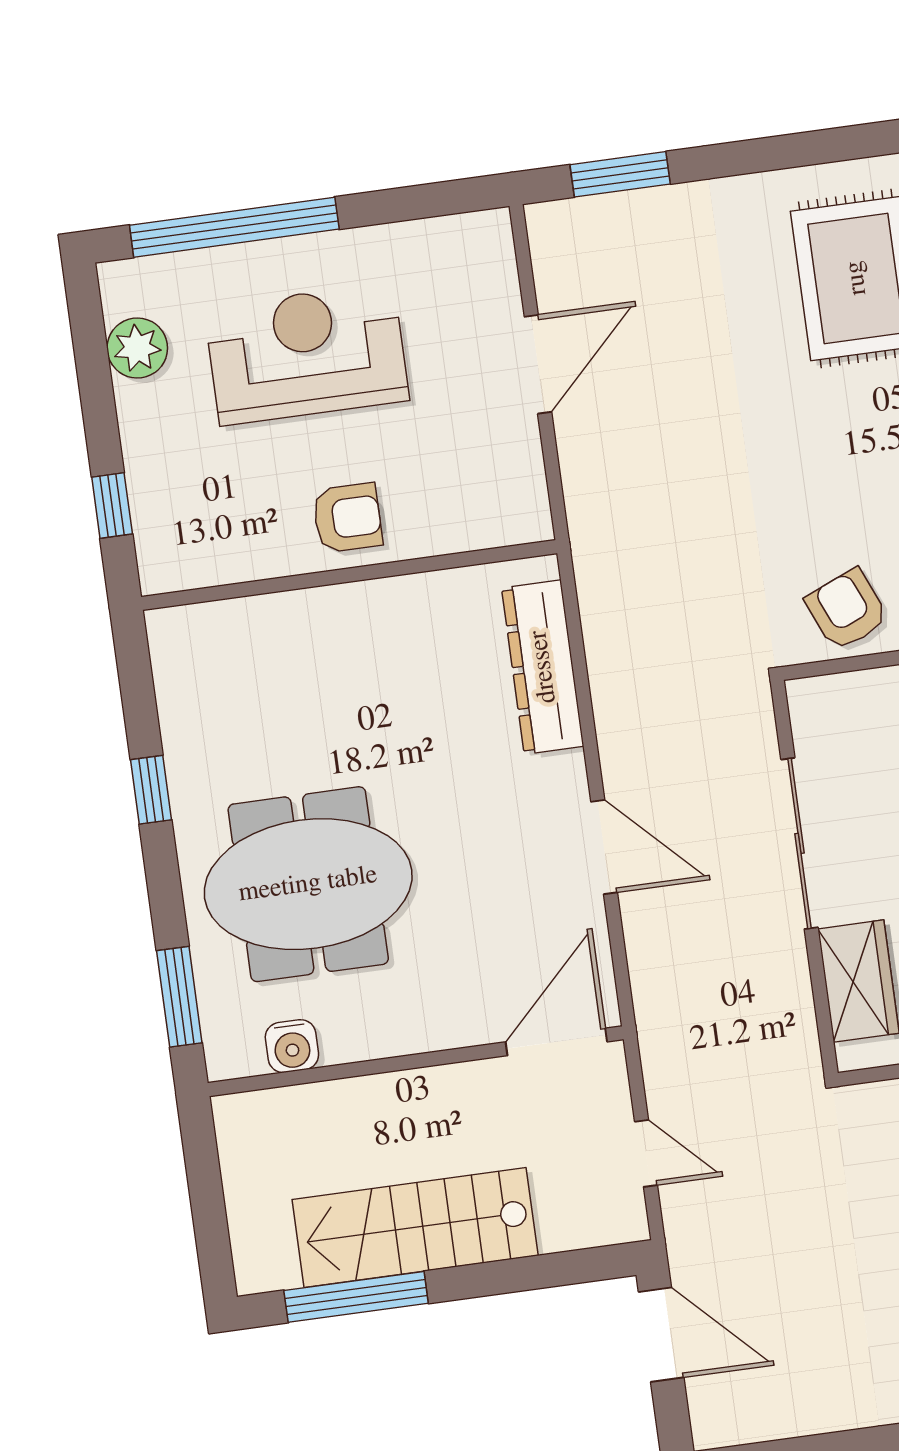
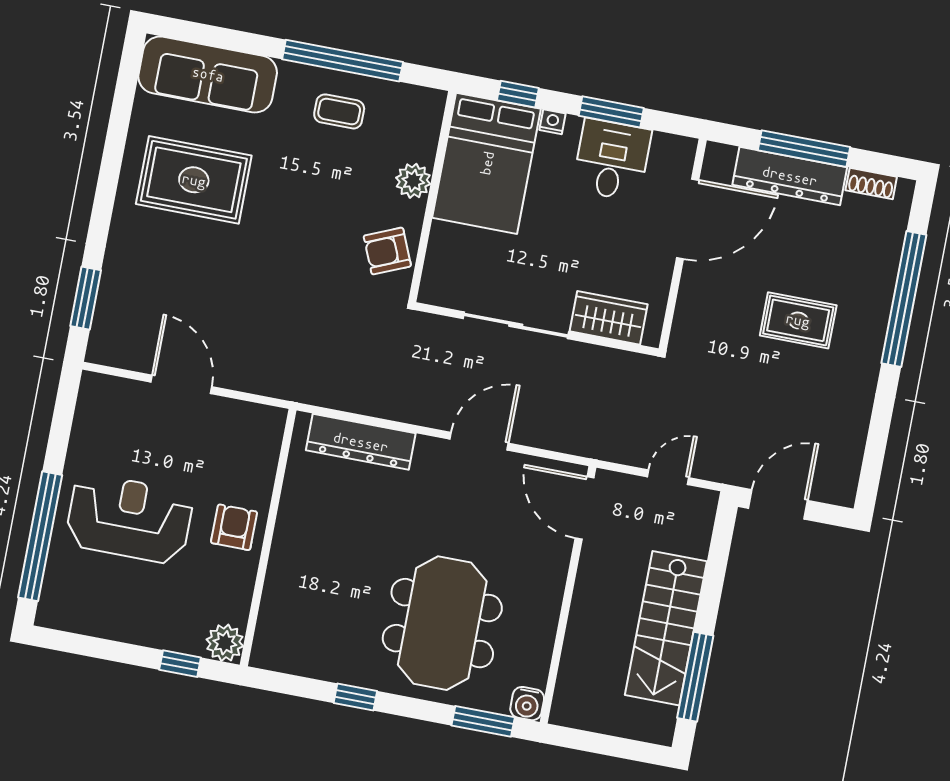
plant: (137, 348) -> (225, 643), moved
reception desk: (307, 354) -> (129, 519), turned 90
water cooler: (292, 1046) -> (527, 704), moved, turned 90

